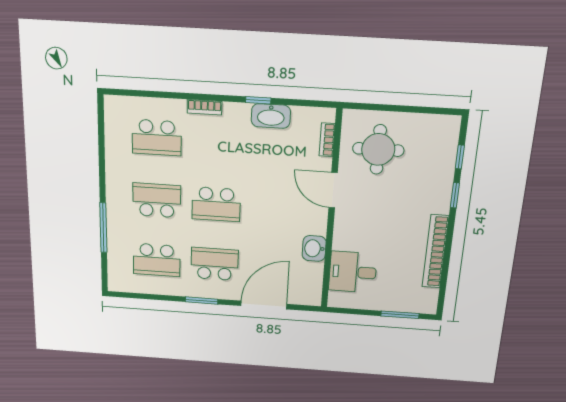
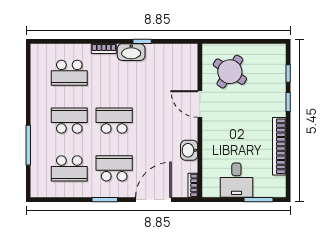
washbasin: (271, 116) -> (131, 52), moved
bookcase: (327, 140) -> (193, 185), moved
round table: (378, 149) -> (230, 72), turned 34
school desk: (216, 204) -> (114, 121), turned 180
desk: (353, 272) -> (236, 180), moved, turned -90

